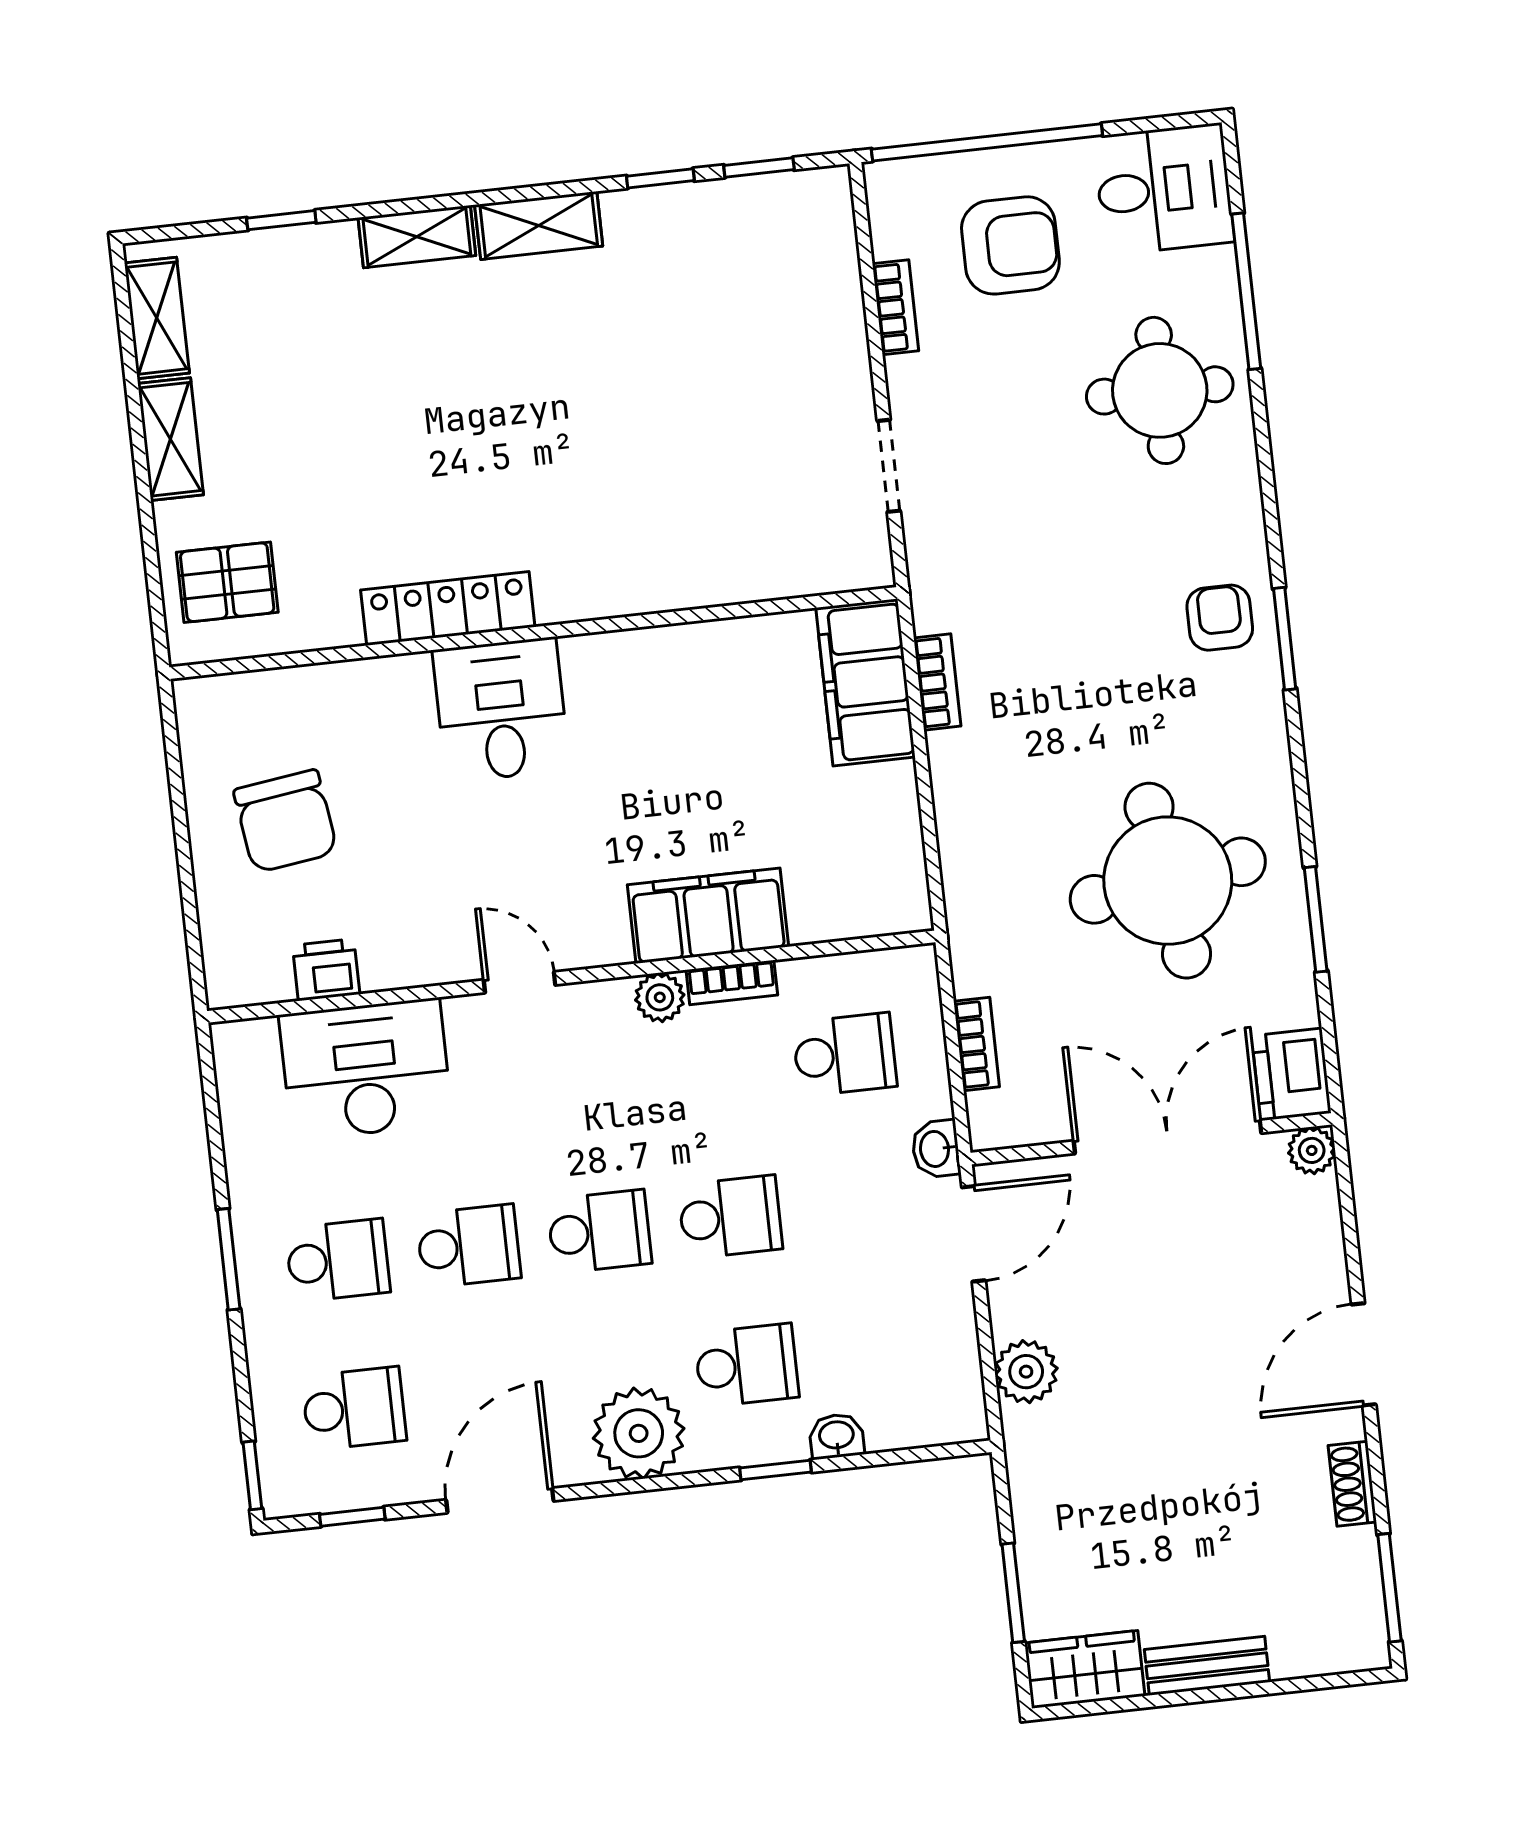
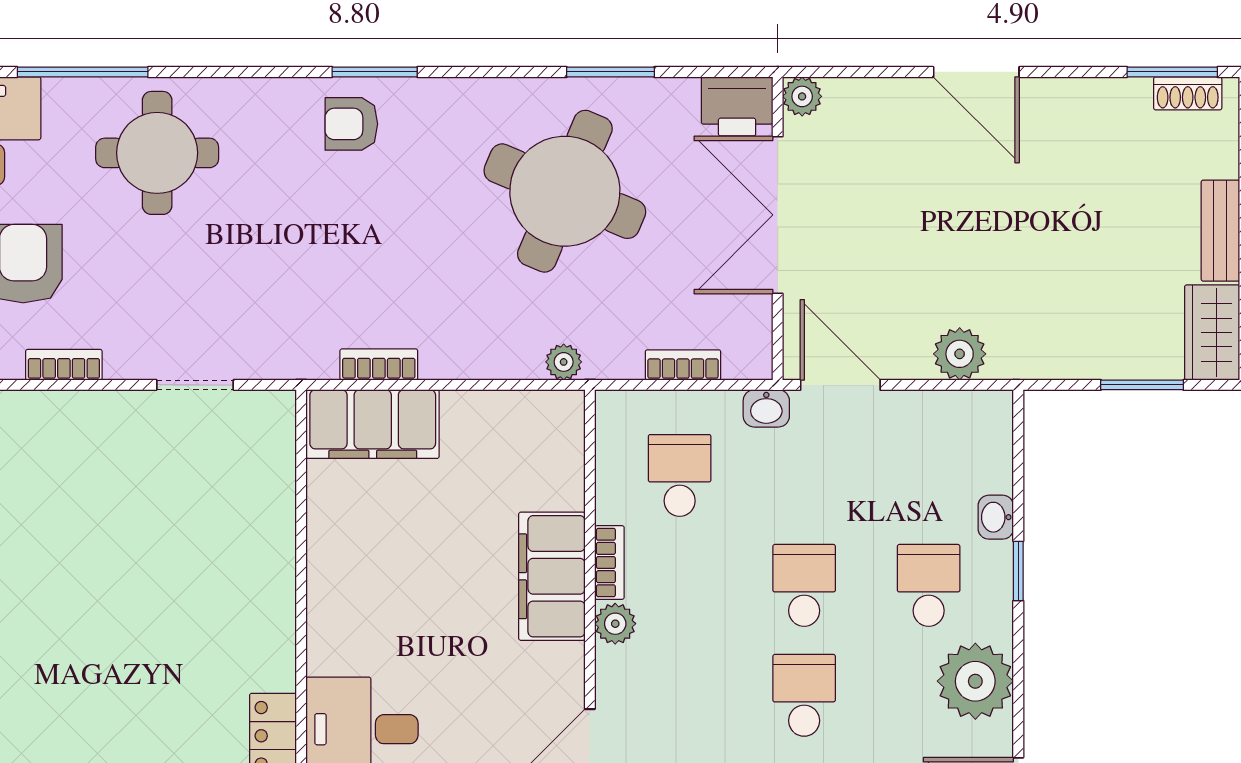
round table: (1168, 881) -> (565, 191), turned 31
plant: (964, 902) -> (564, 362), added
shoe rack: (1352, 1484) -> (1188, 93), moved

